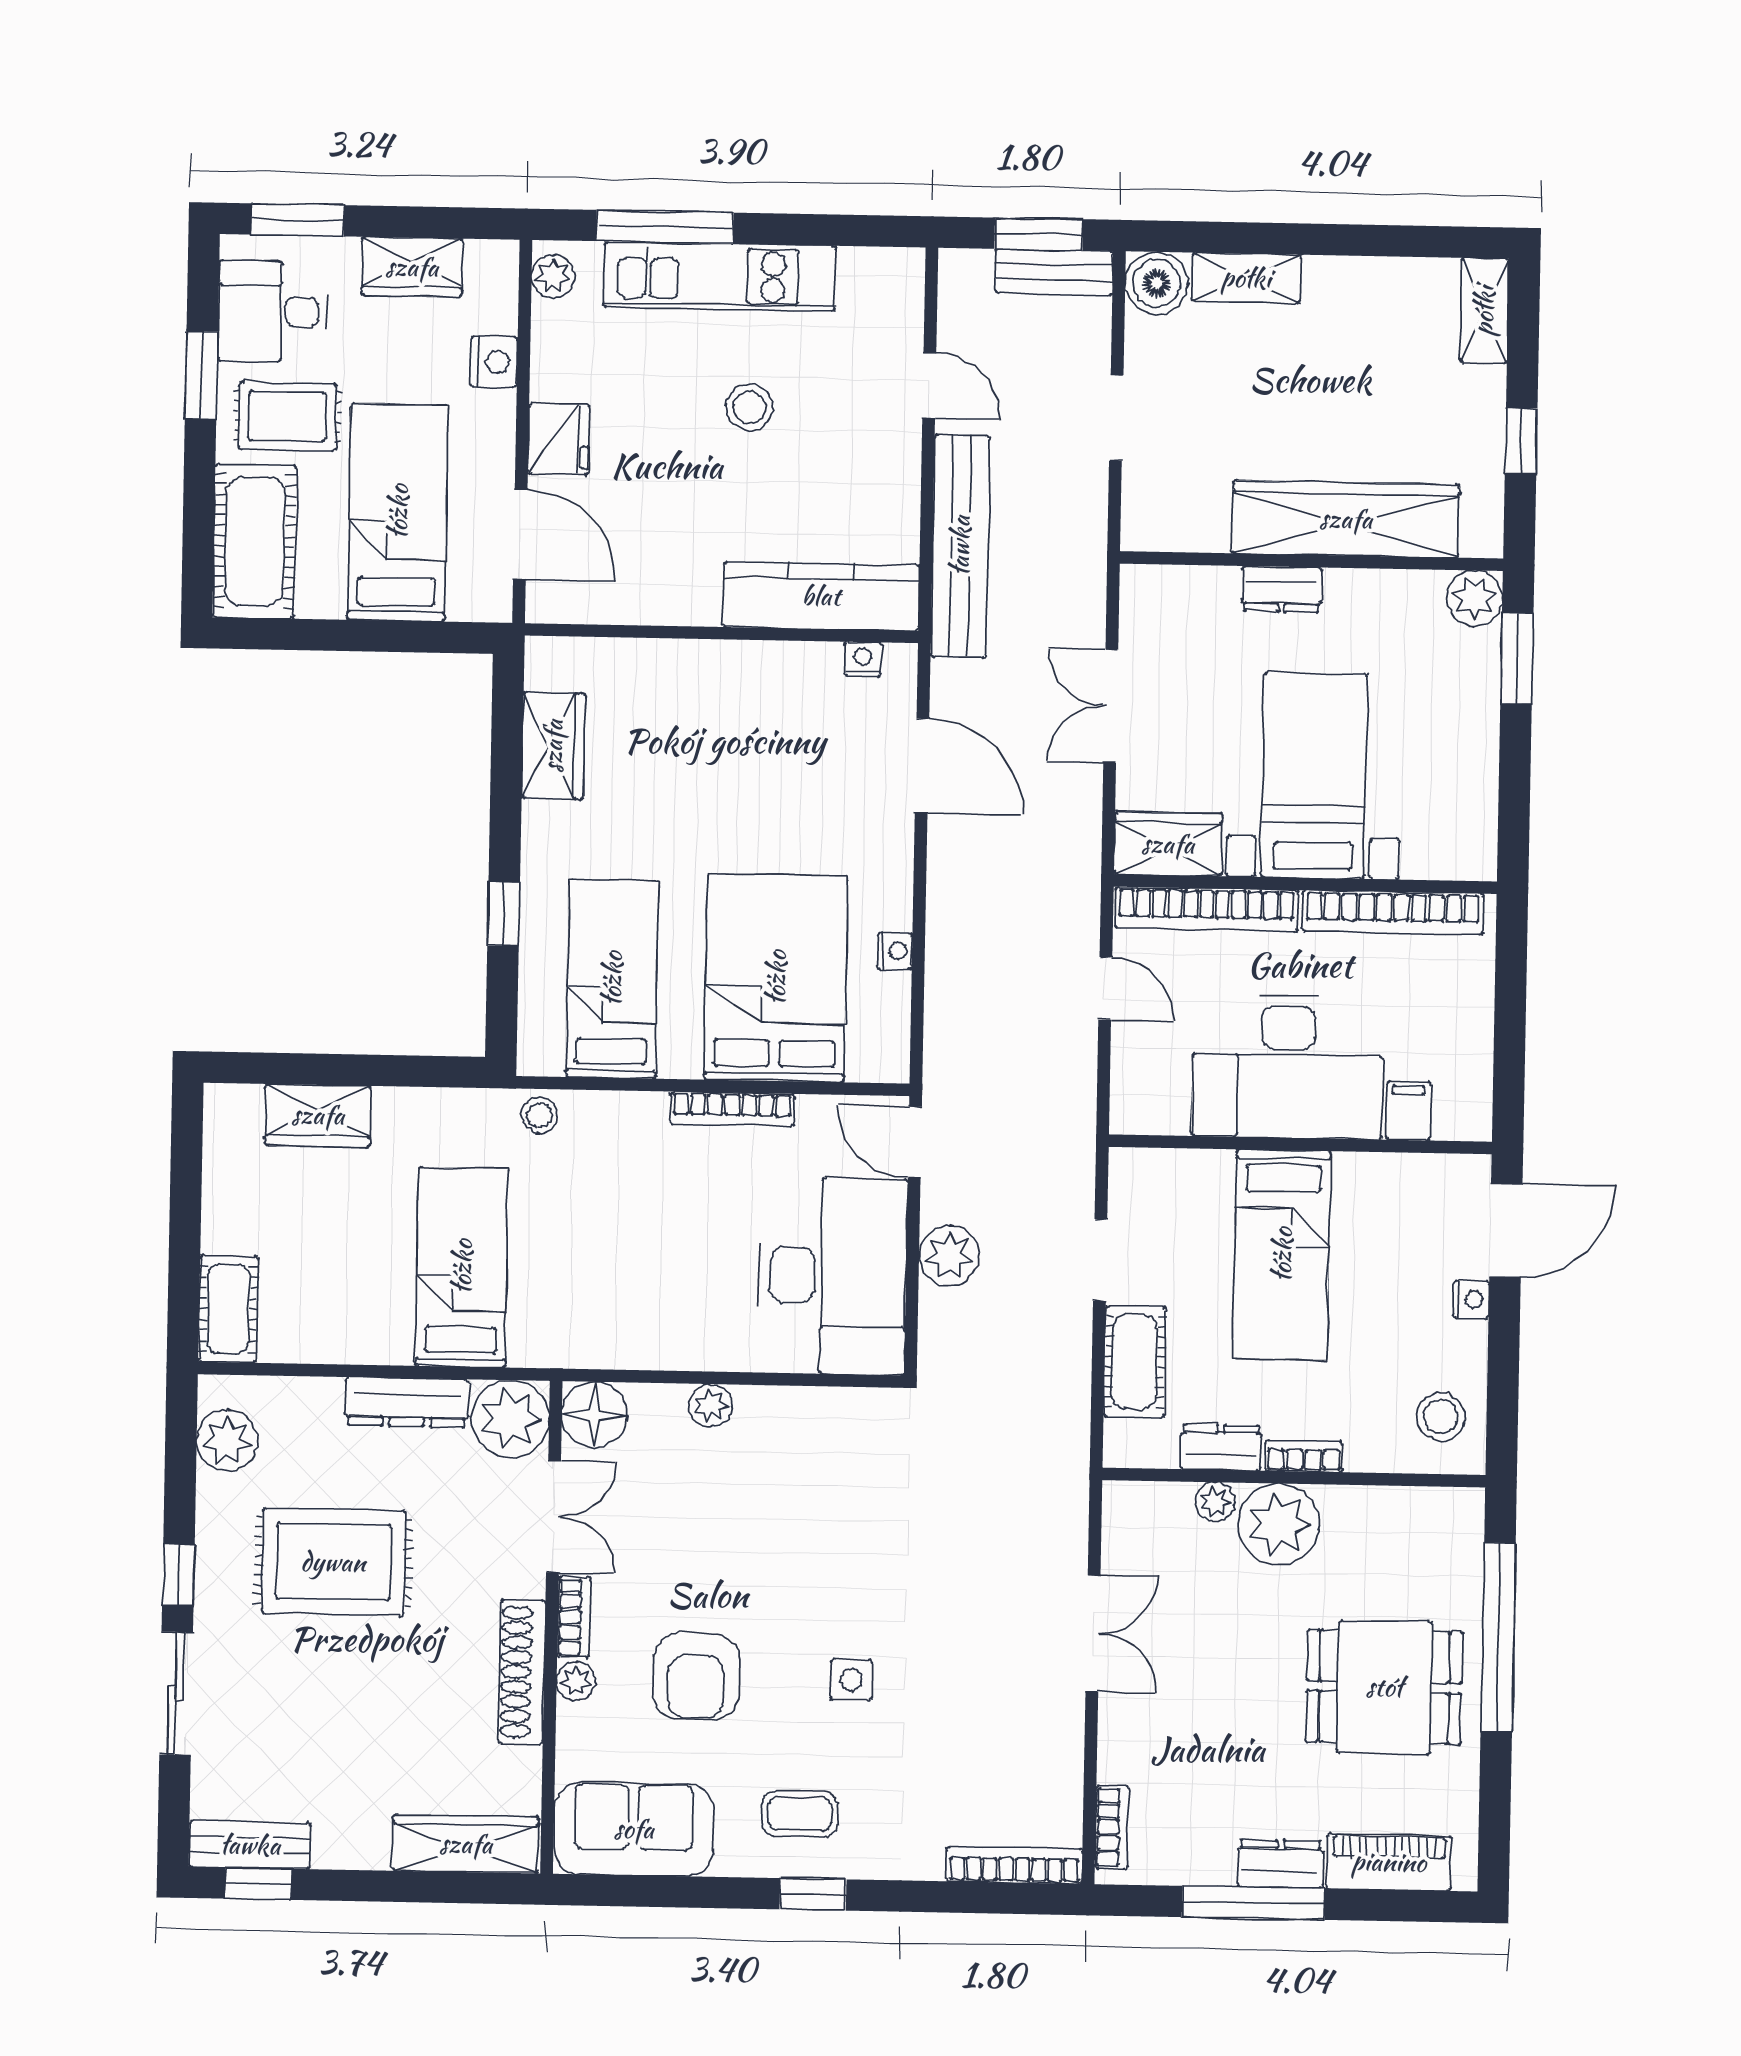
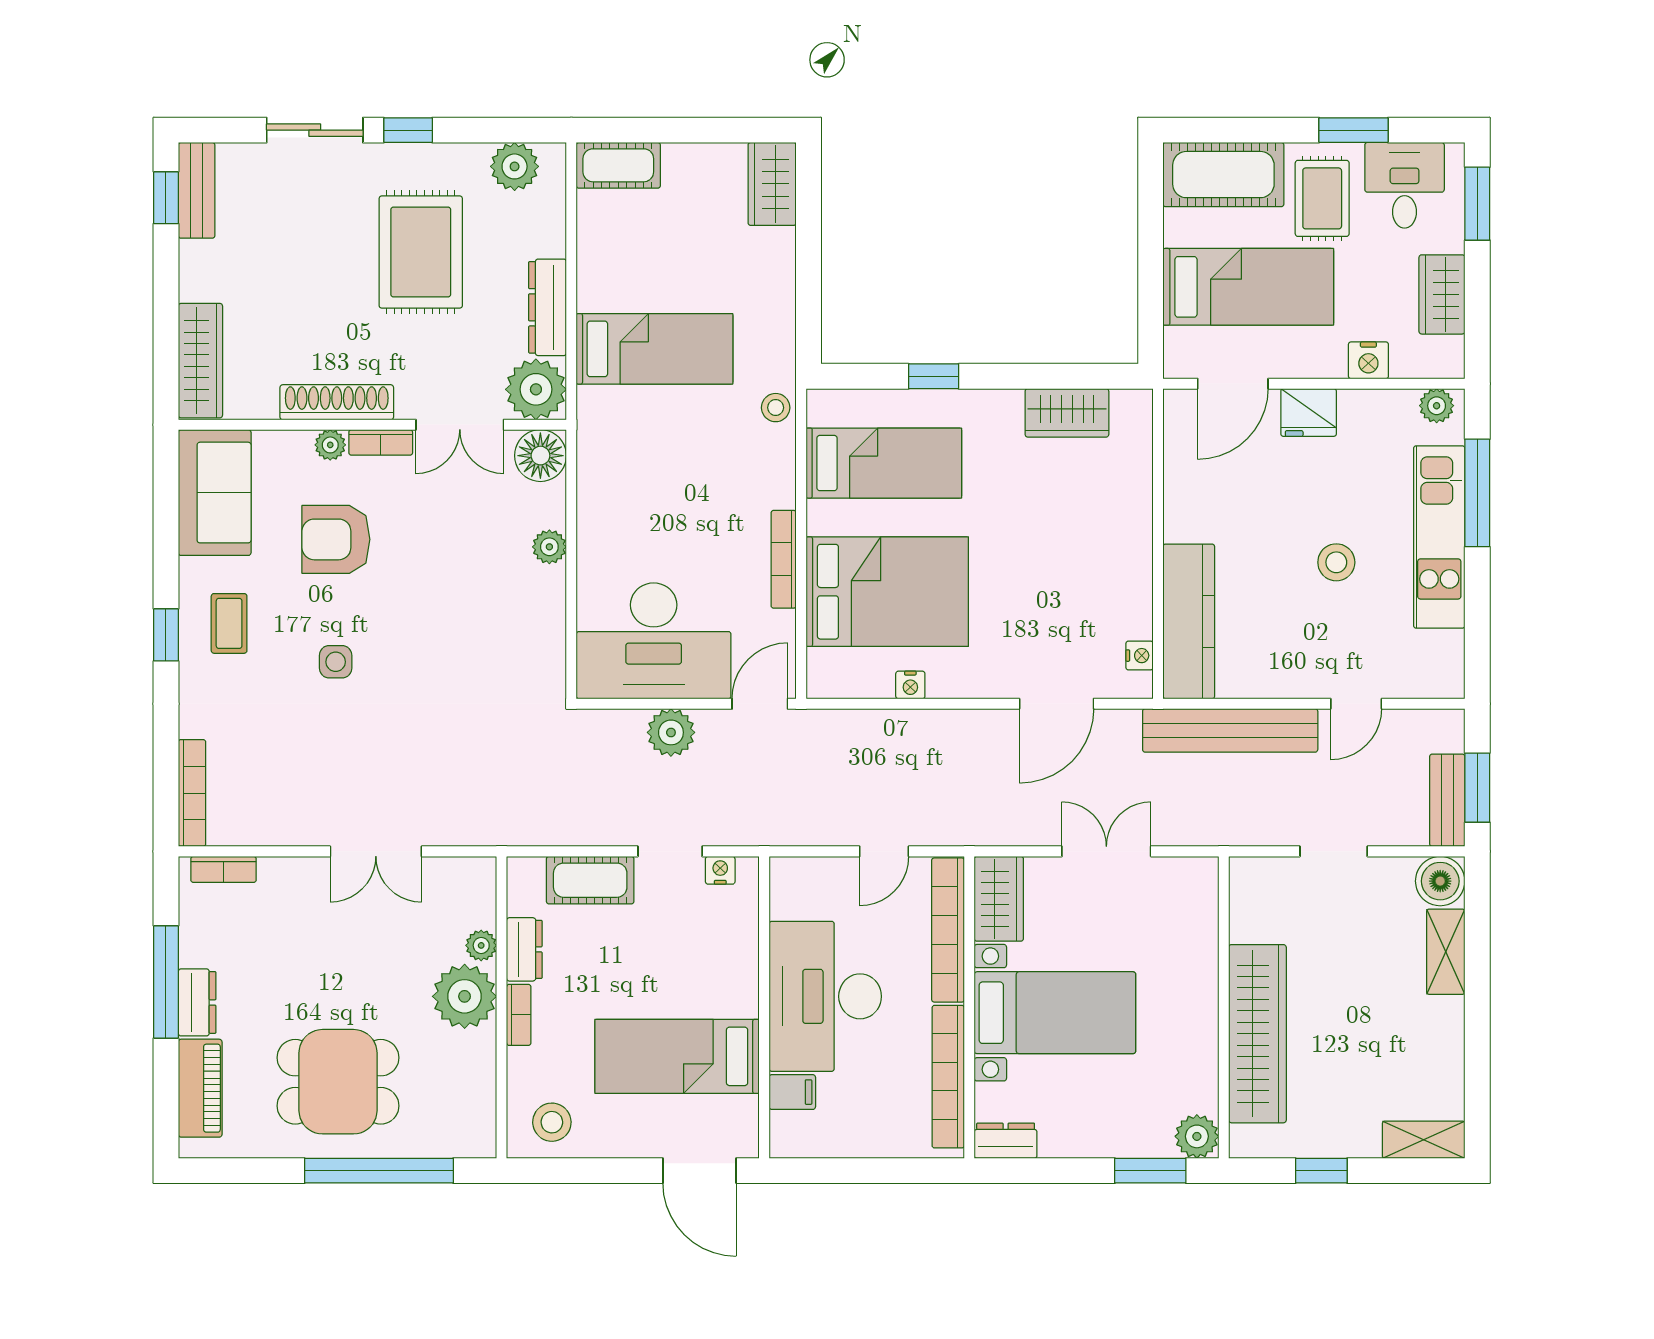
dresser: (1281, 589) -> (1006, 1141), moved, turned 90
wardrobe: (318, 1115) -> (772, 184), moved
bed: (1282, 1255) -> (677, 1056), moved
nightstand: (1471, 1300) -> (720, 870), moved, turned 180
dining table: (1384, 1687) -> (338, 1082), turned 90

